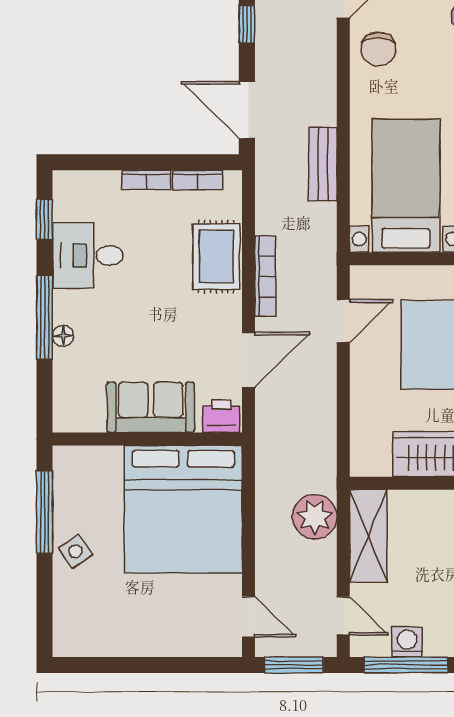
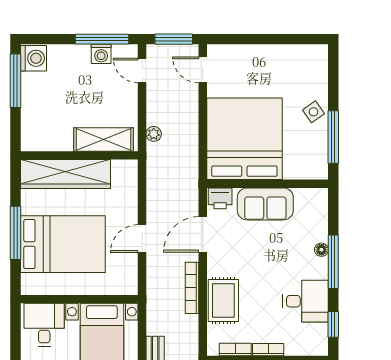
door: (343, 321) -> (142, 239), moved
plant: (315, 517) -> (154, 134), width x0.53, depth x0.53
shelving: (368, 536) -> (104, 140), moved, turned 90

